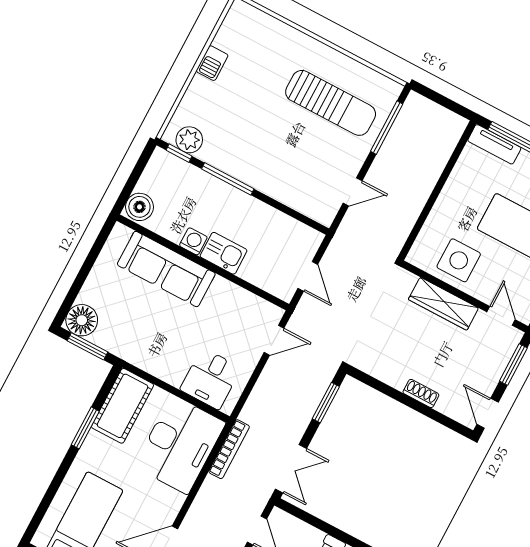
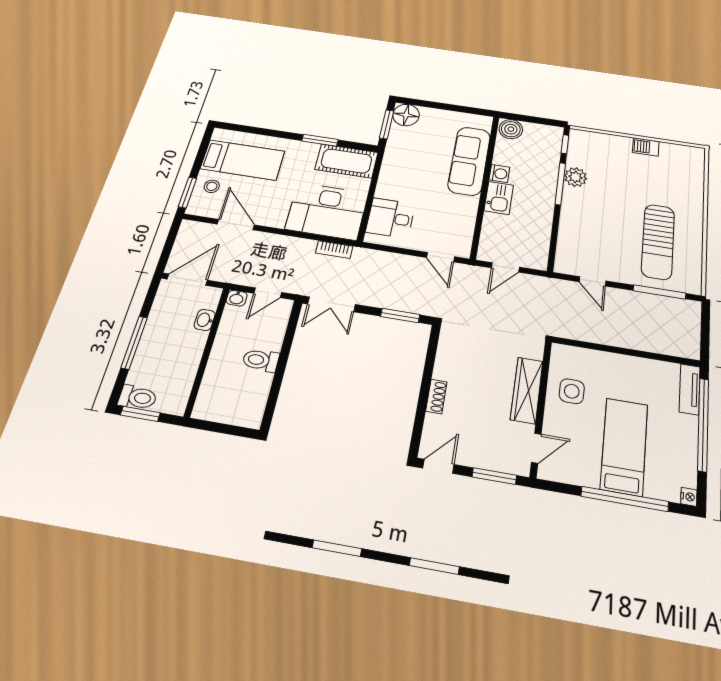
plant: (189, 140) -> (576, 177), moved
side table: (459, 260) -> (572, 391), width x0.73, depth x0.73
bookcase: (229, 449) -> (334, 250), width x0.64

